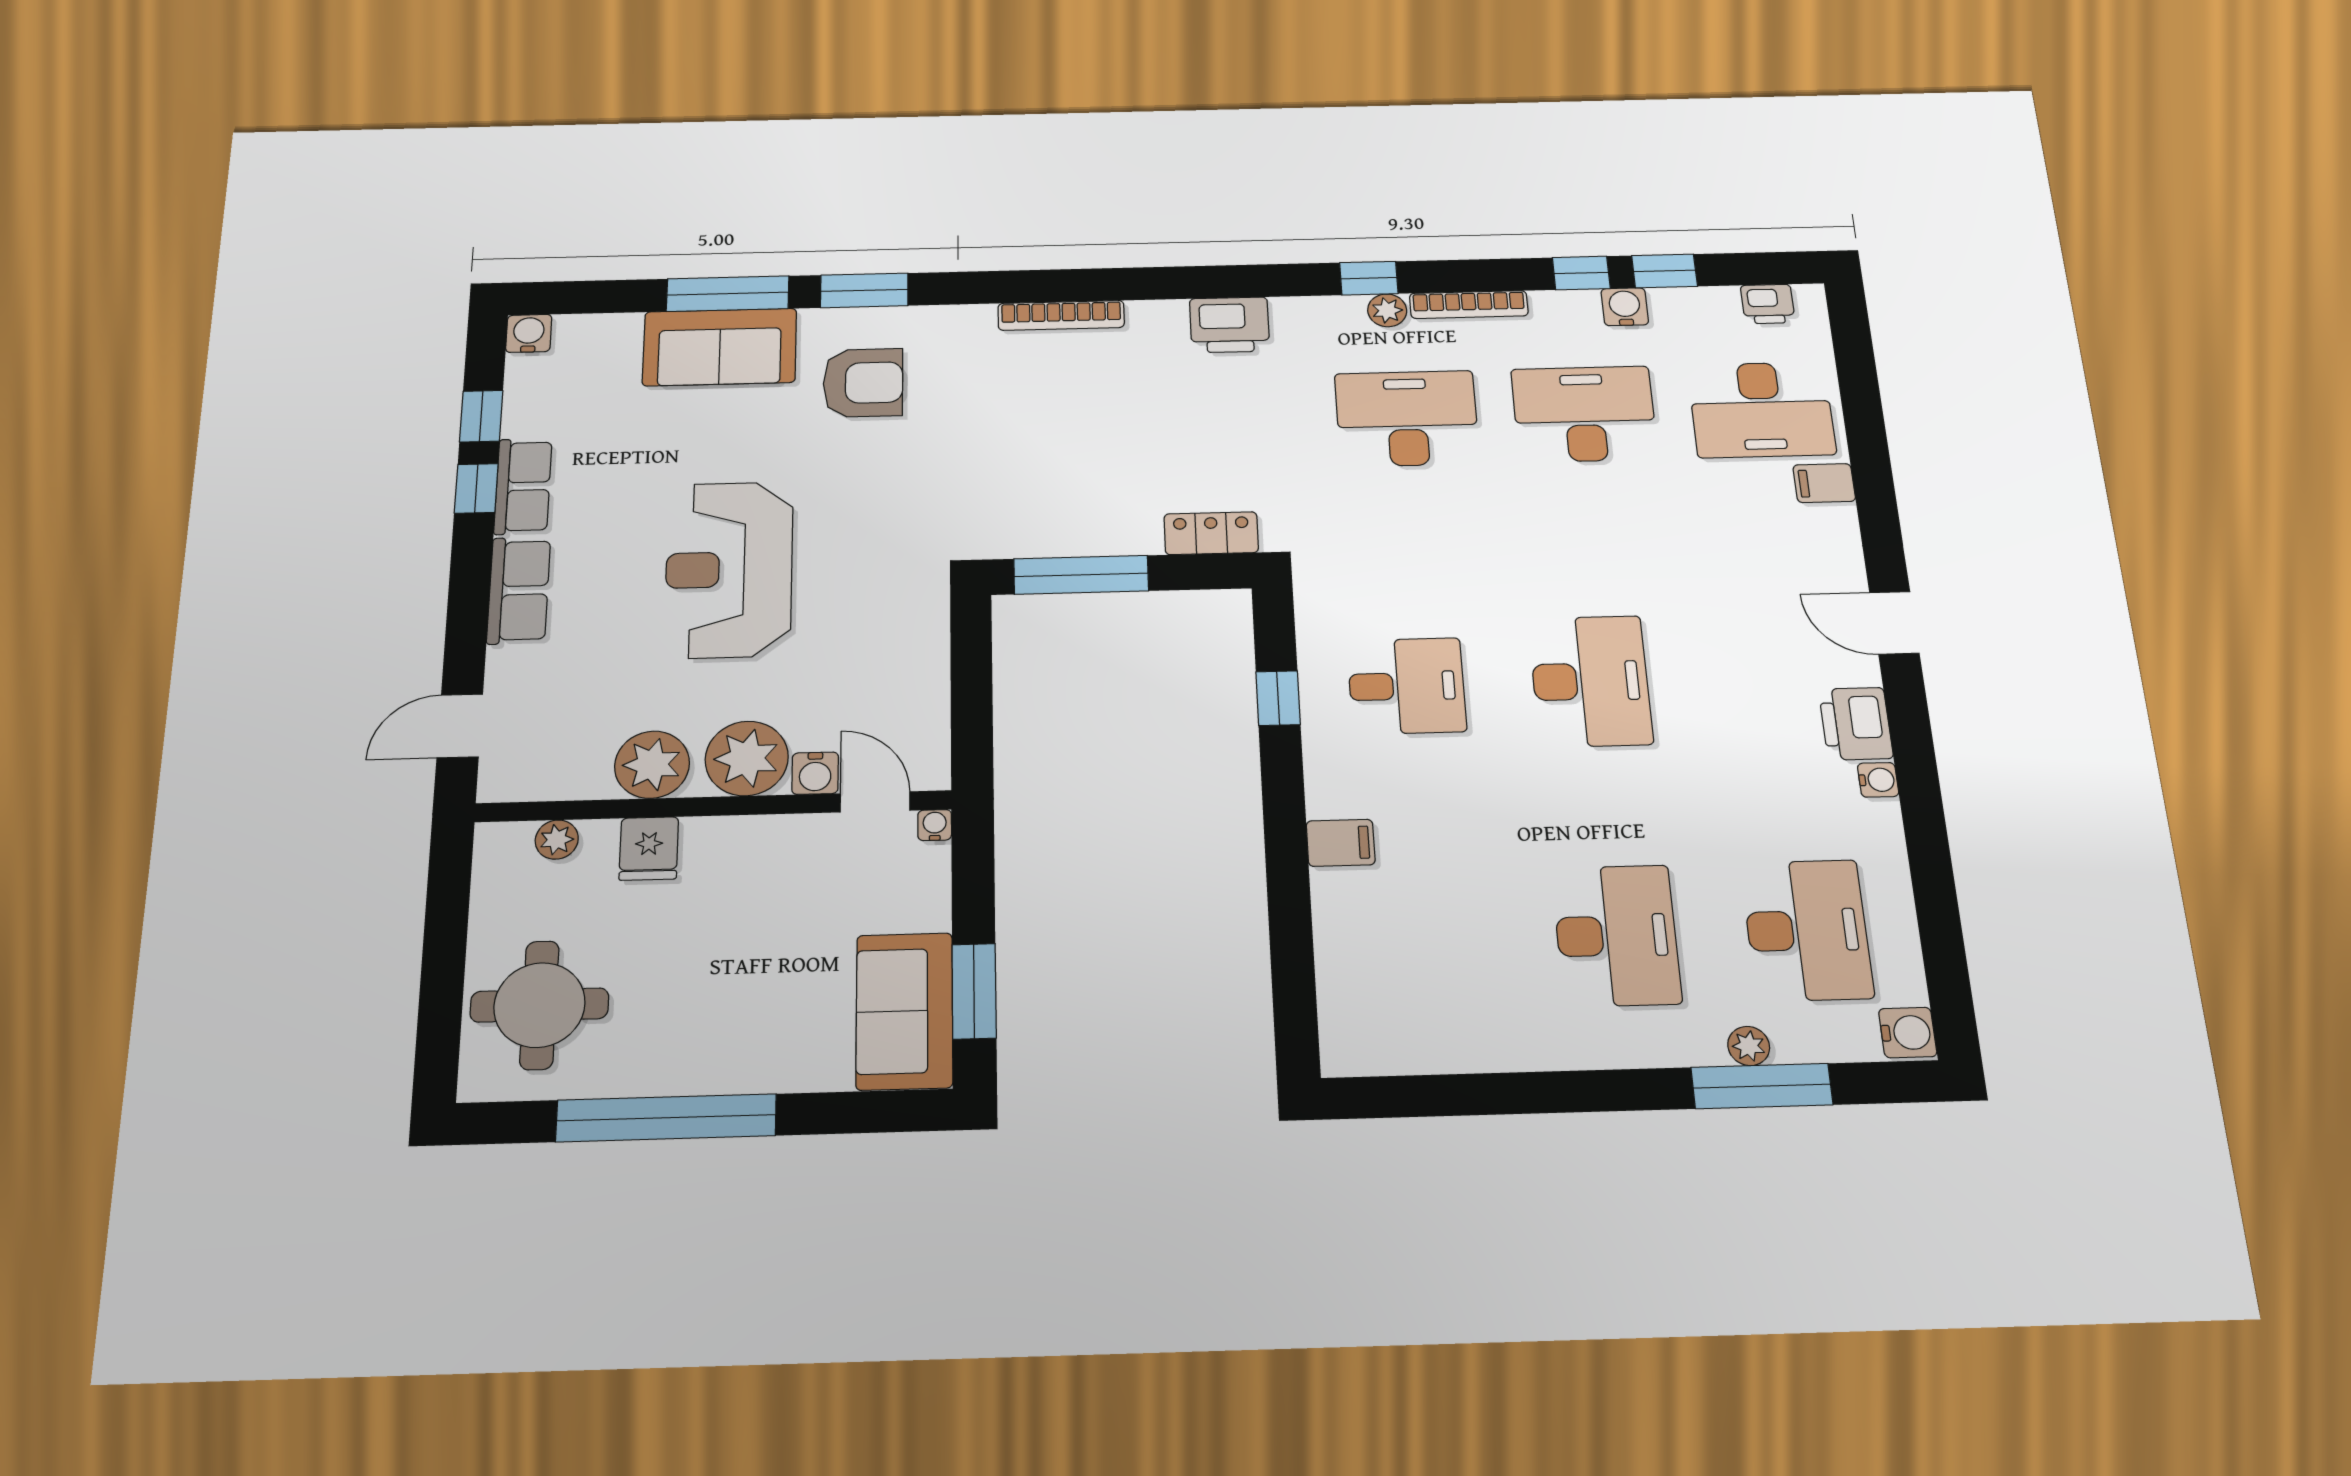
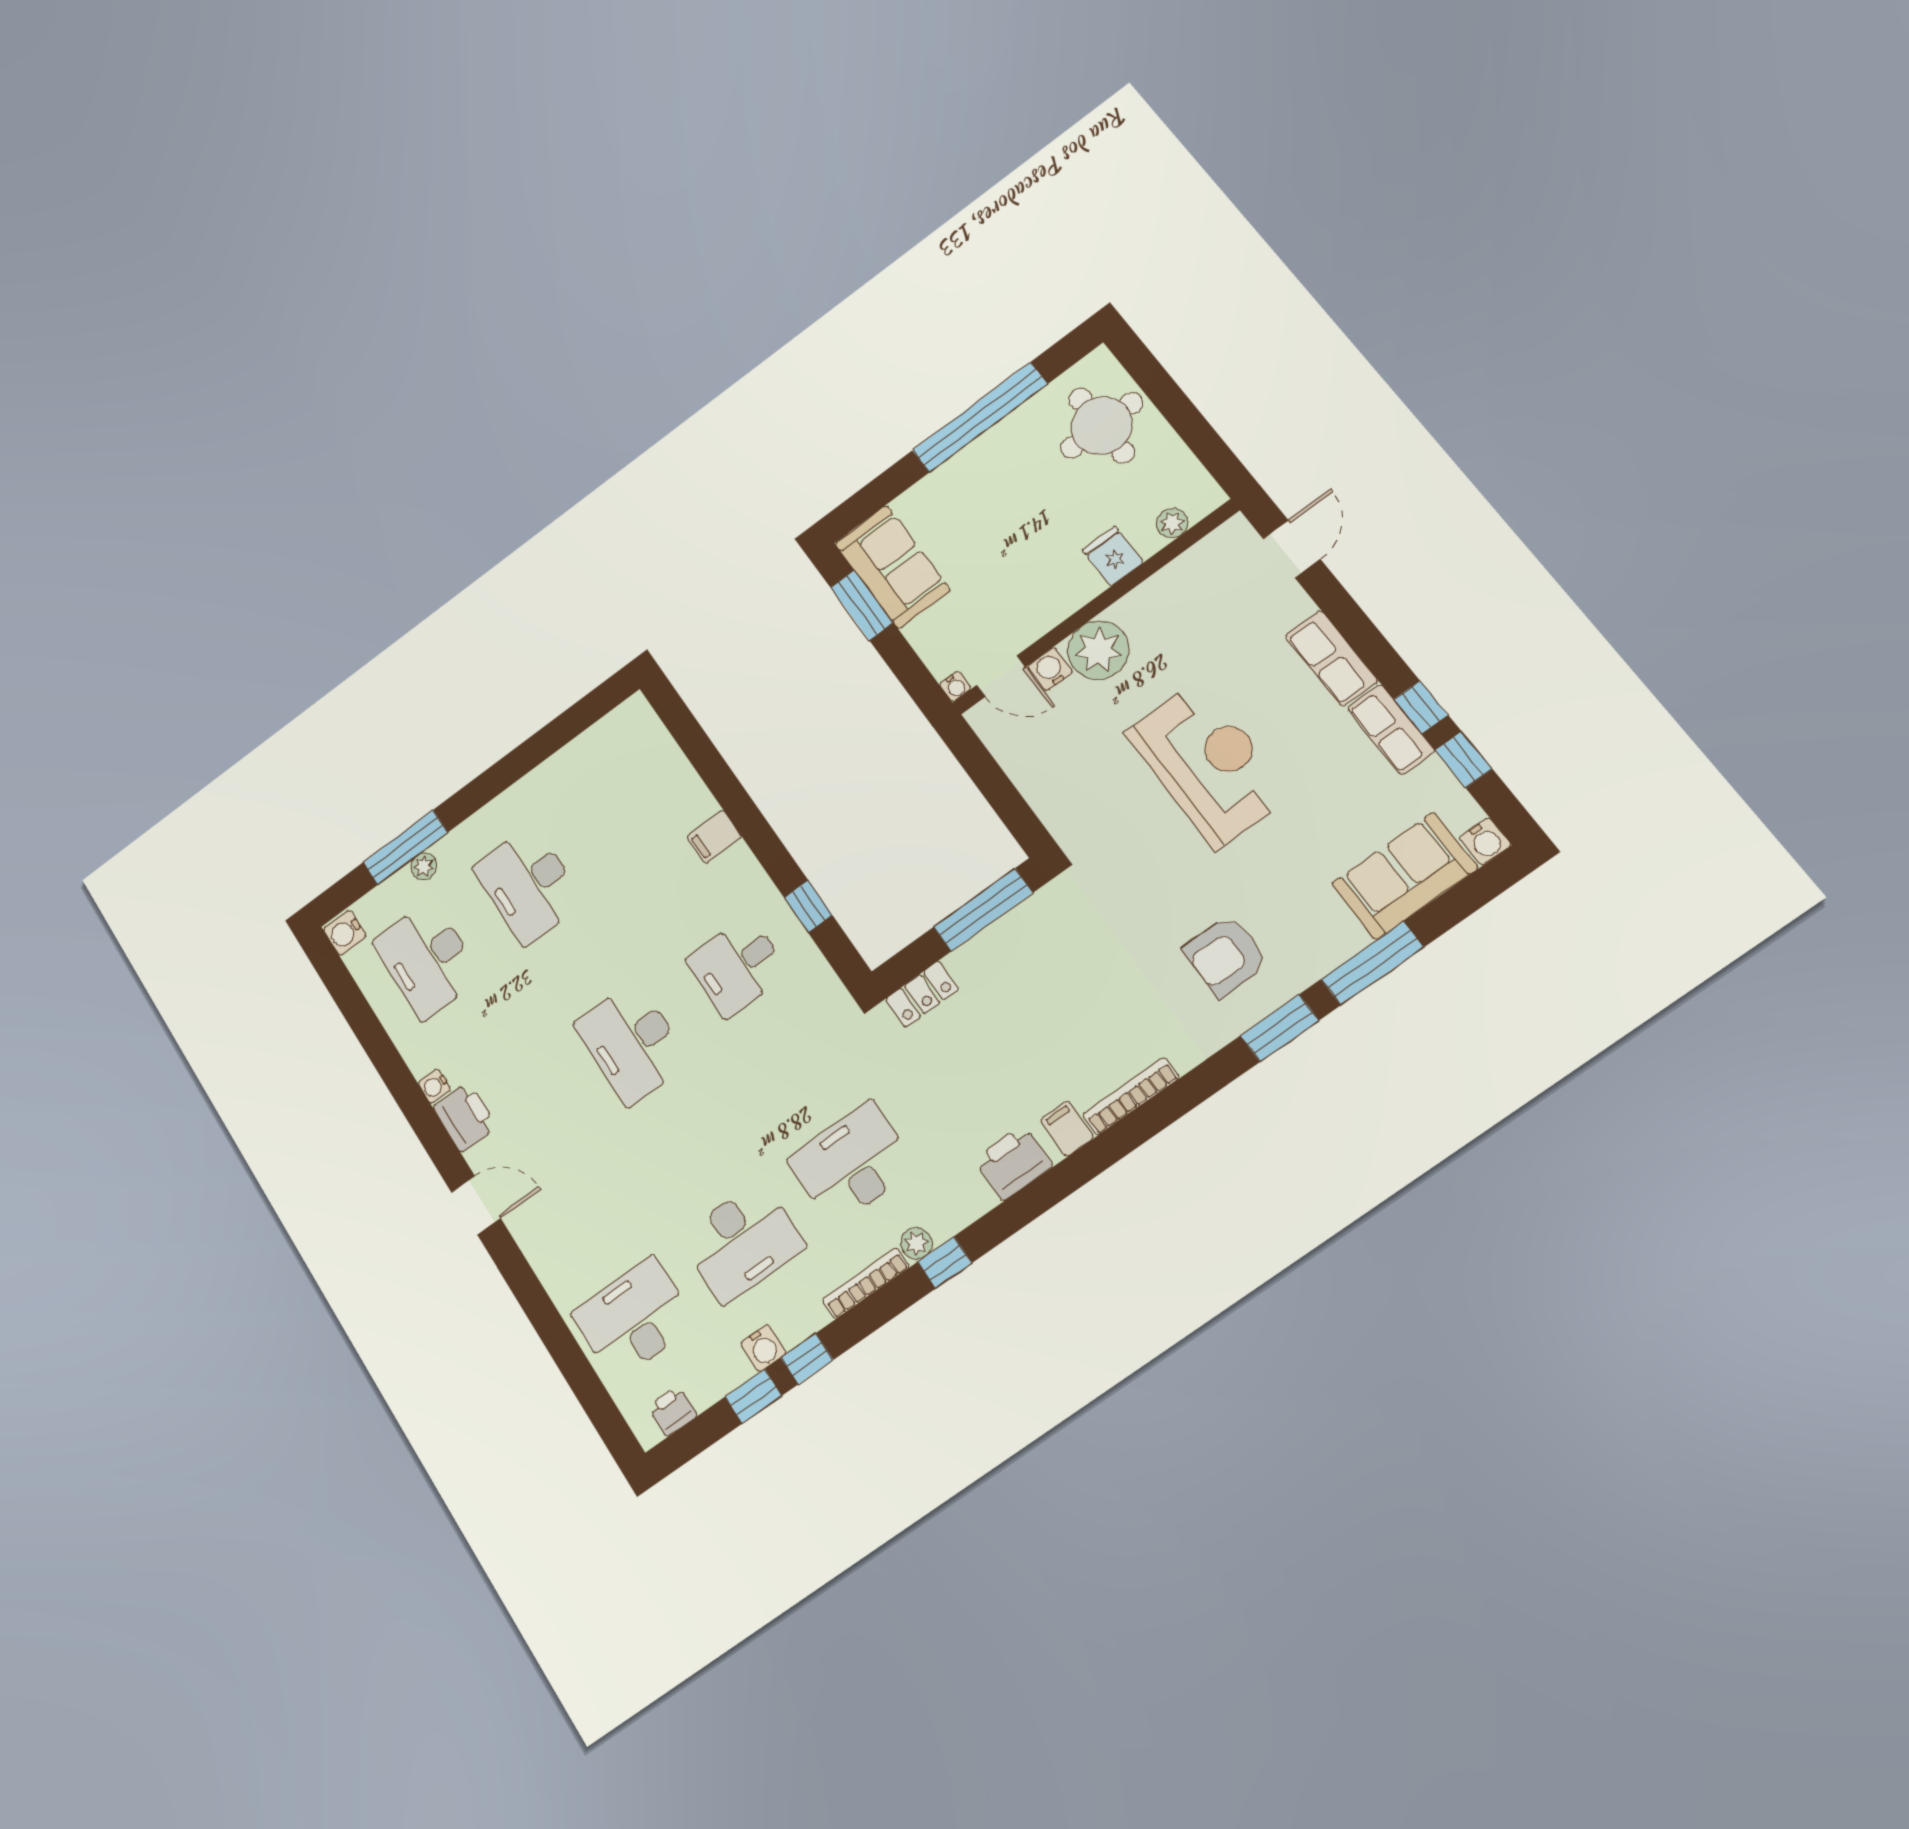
sofa: (720, 347) -> (1405, 876), moved
desk: (1407, 418) -> (852, 1164), turned 180
filing cabinet: (1824, 483) -> (1067, 1129), moved, turned -90
plant: (652, 765) -> (1153, 607), removed

